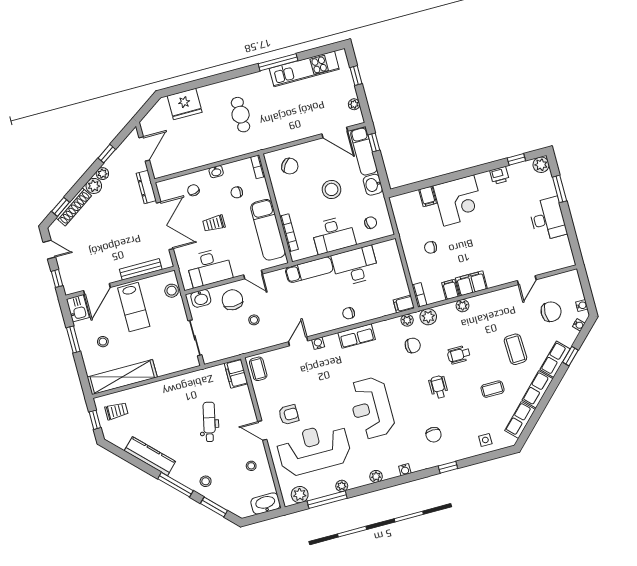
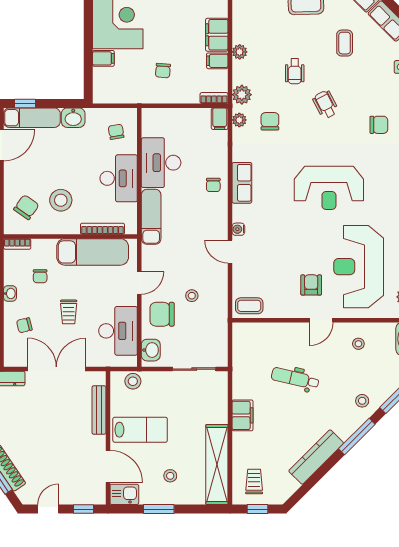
stool: (332, 189) -> (61, 200), moved
filing cabinet: (236, 373) -> (243, 415), moved, turned -90
wheelchair: (439, 387) -> (326, 104), turned 63

